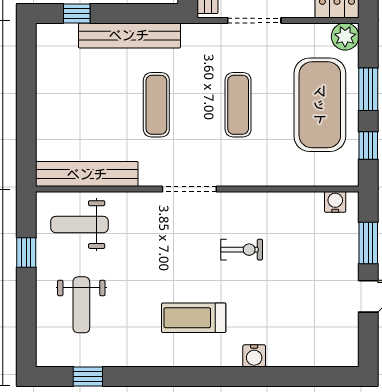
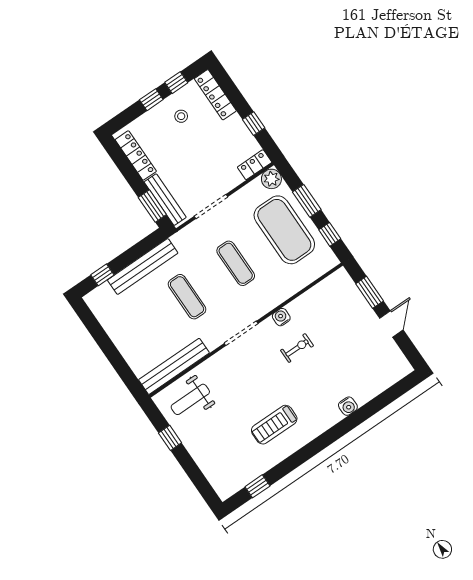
water cooler: (335, 202) -> (281, 317), moved
weight bench: (81, 305) -> (224, 446), removed
treadmill: (194, 318) -> (274, 425), moved

